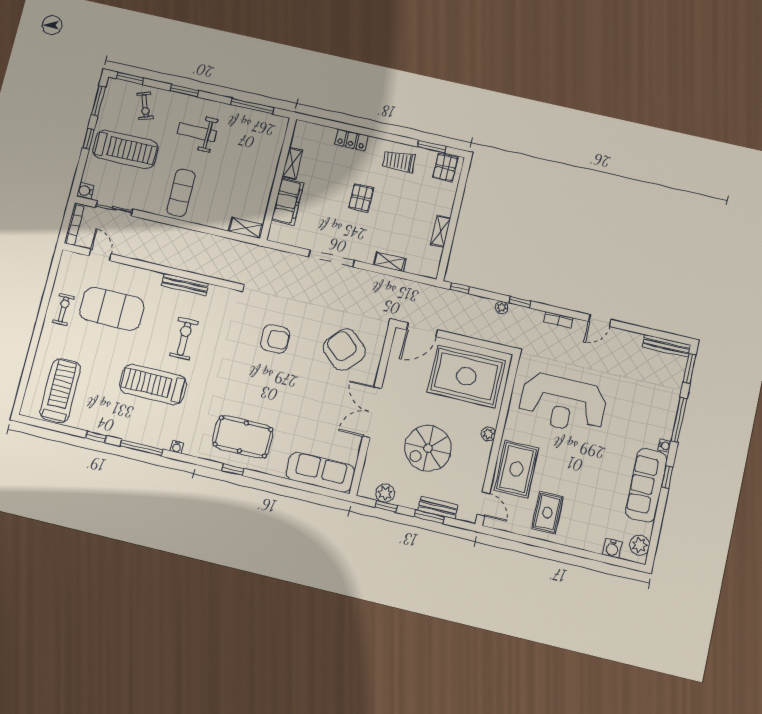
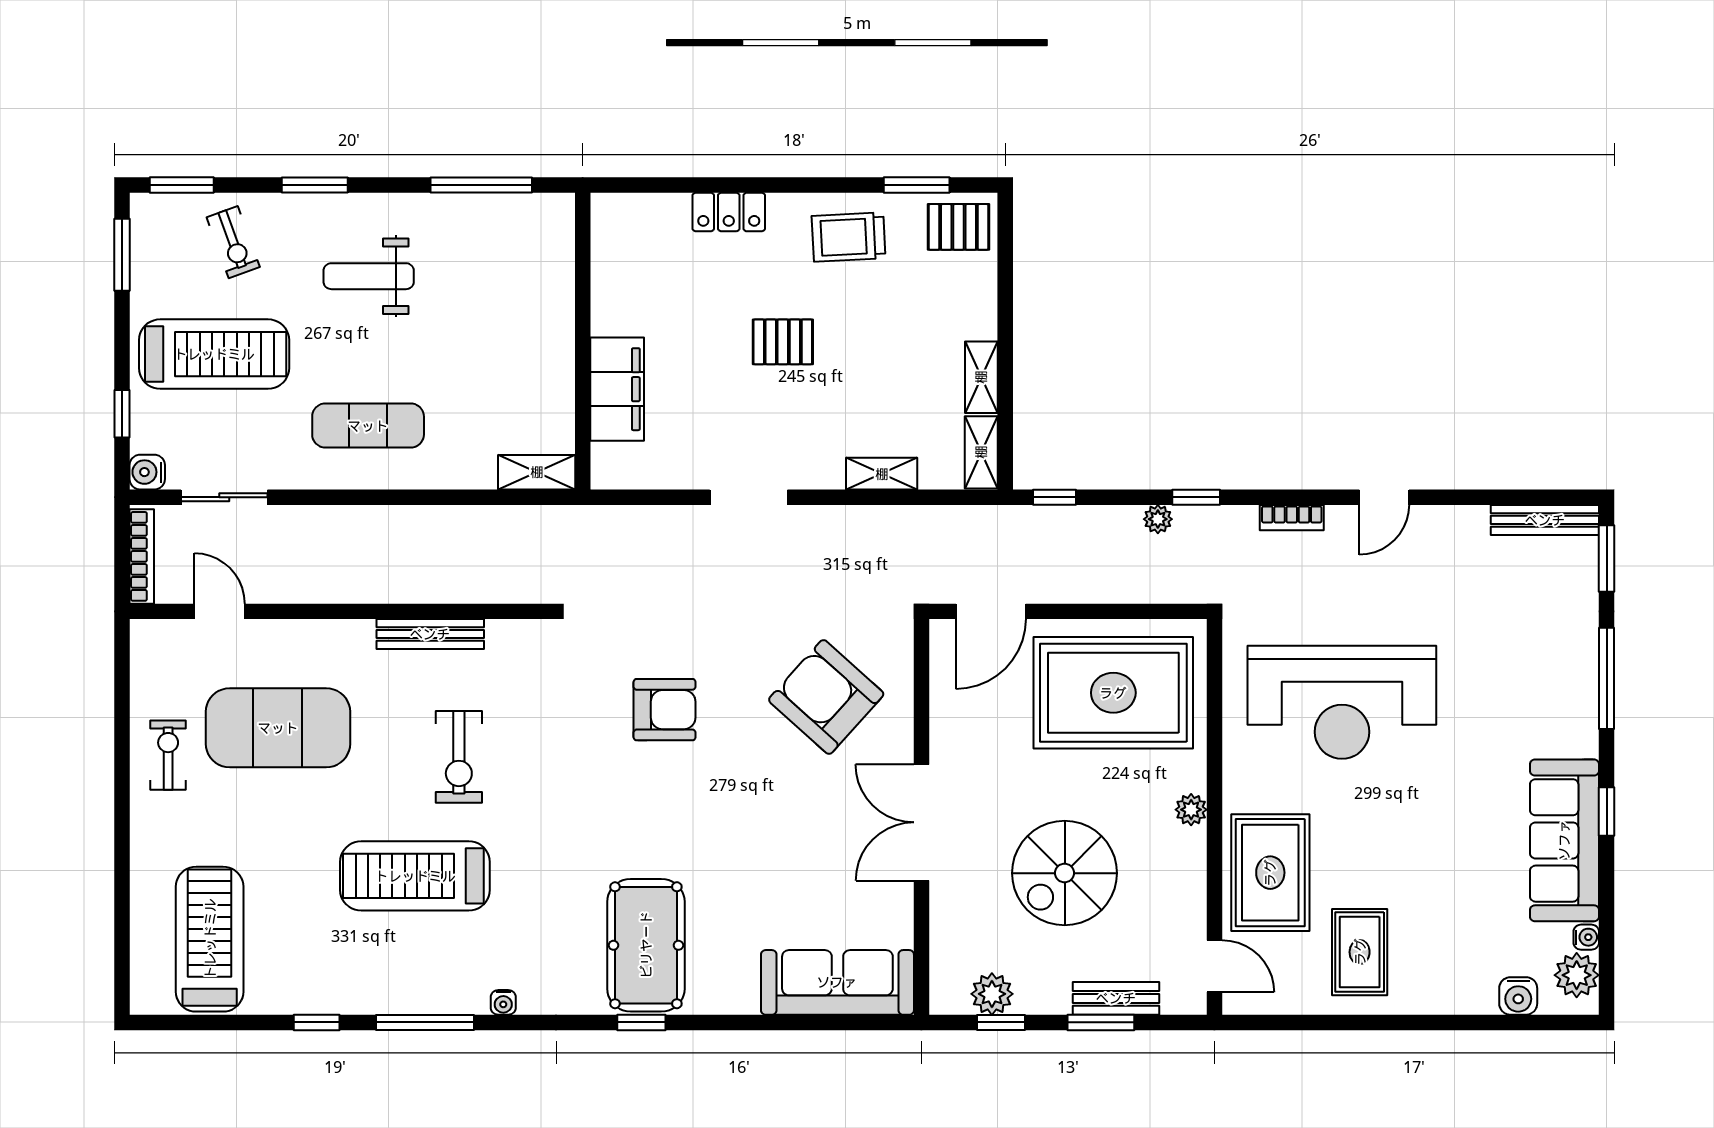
window: (88, 139) -> (122, 414), moved
shelving: (292, 163) -> (981, 452), moved
pallet: (445, 168) -> (959, 227), turned 90
exercise mat: (181, 193) -> (368, 426), turned 90
pallet: (361, 198) -> (783, 342), turned 90
doorway: (332, 259) -> (749, 497), width x0.73
exercise bike: (184, 339) -> (459, 757), turned 180
pool table: (243, 437) -> (646, 945), turned 90
water cooler: (664, 446) -> (1586, 937), moved

